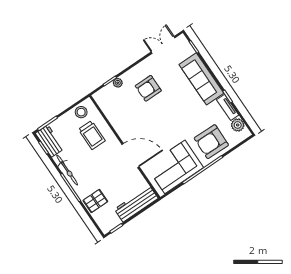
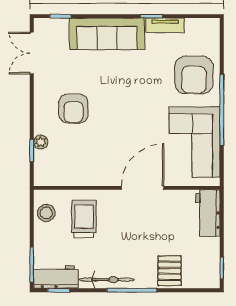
plant: (238, 125) -> (196, 28), removed
trolley: (92, 135) -> (84, 219), turned -90
workbench: (136, 204) -> (208, 213), width x0.73

